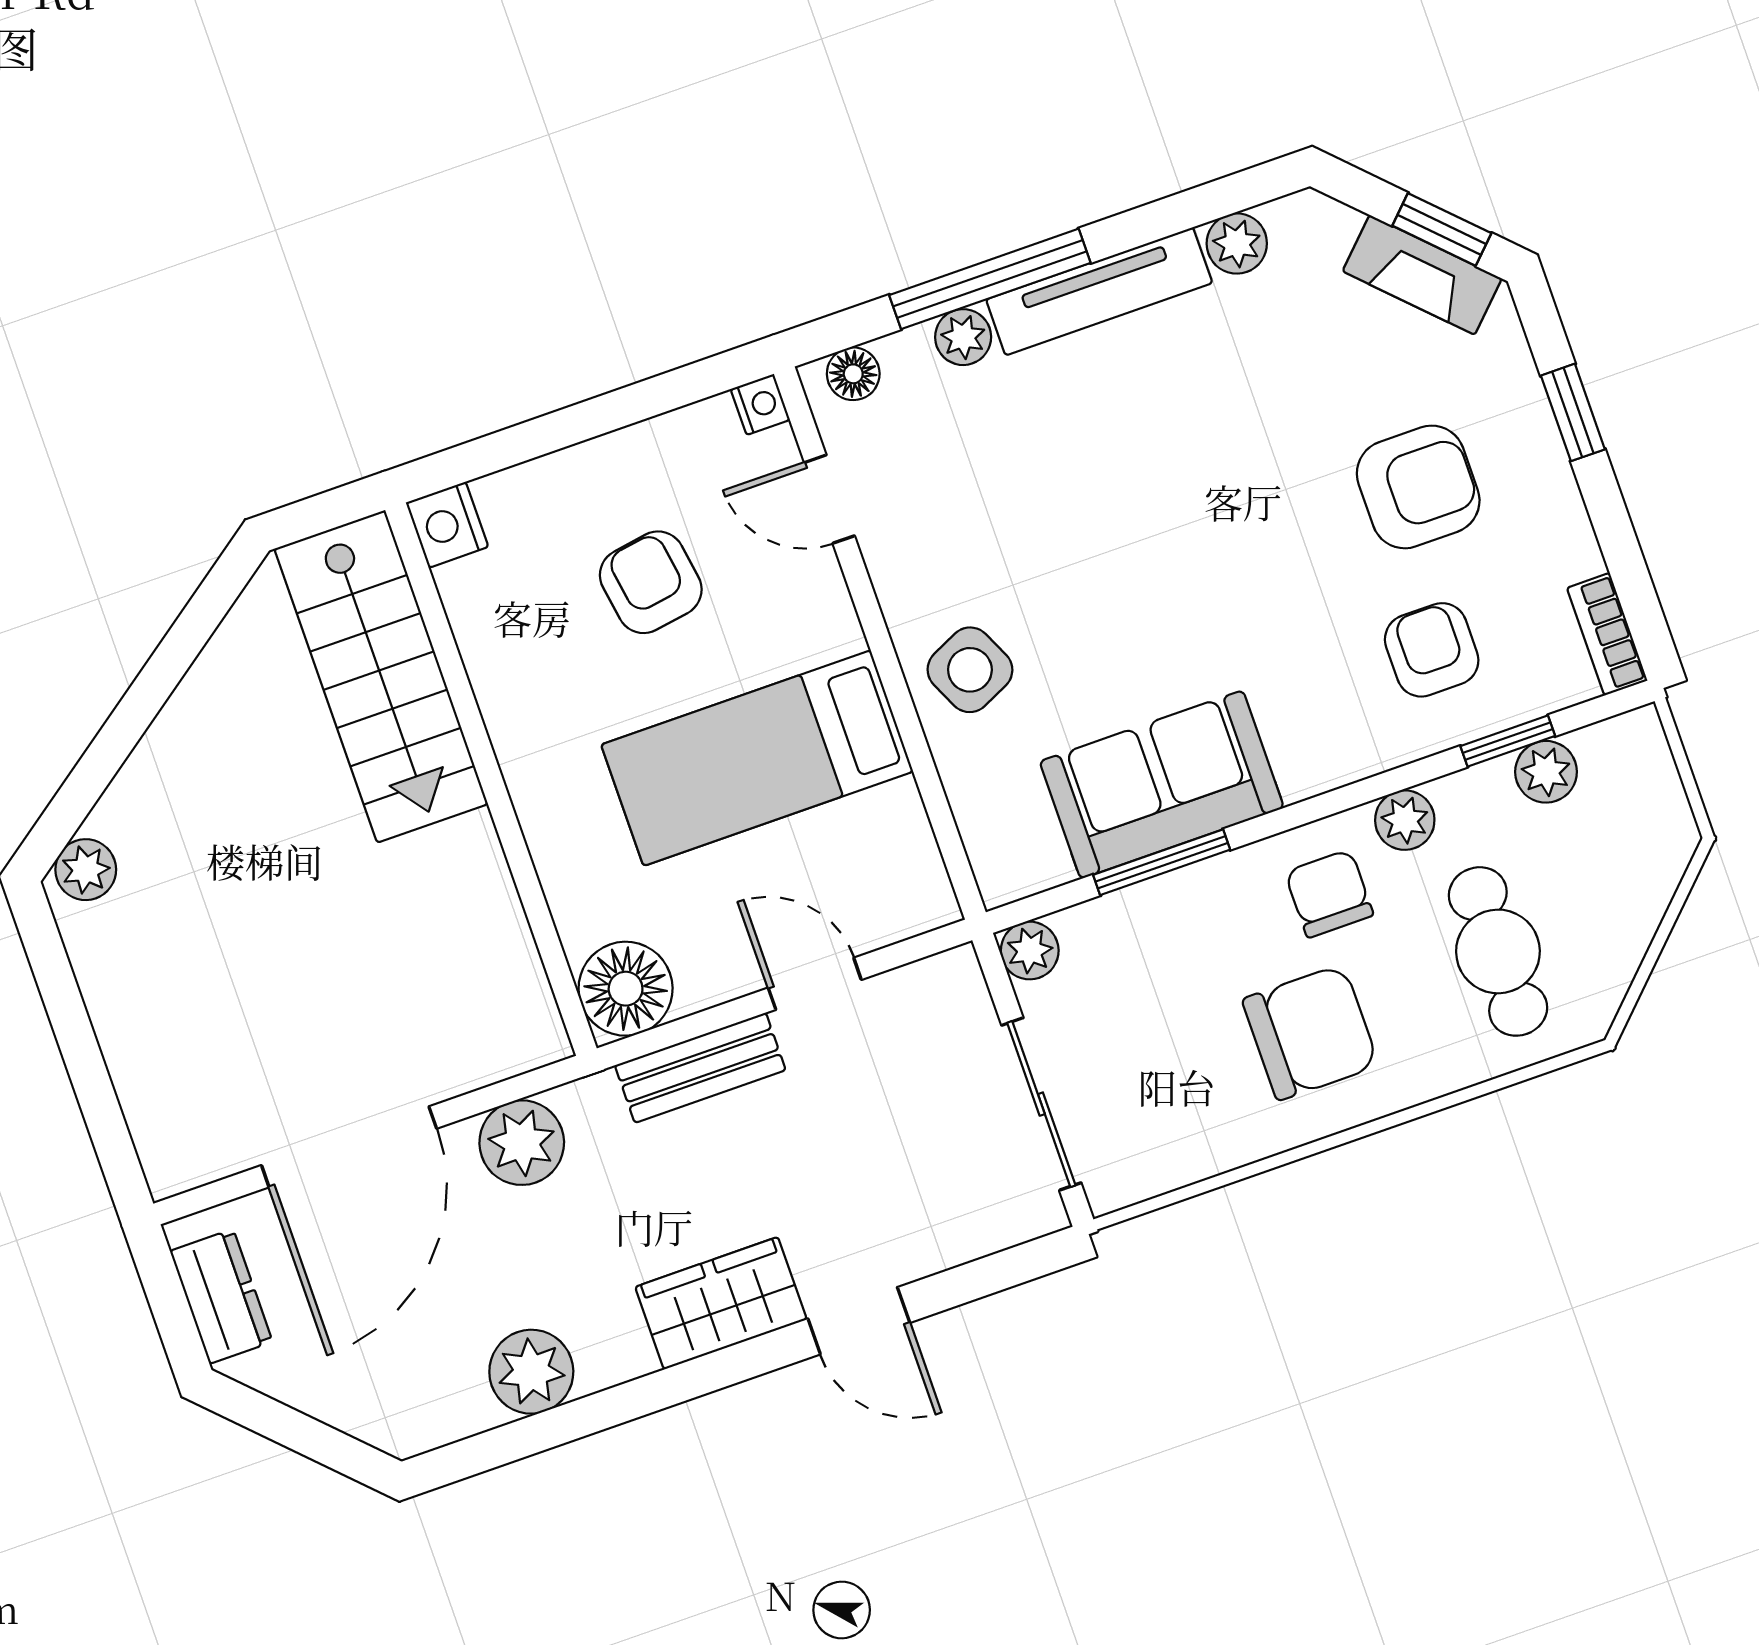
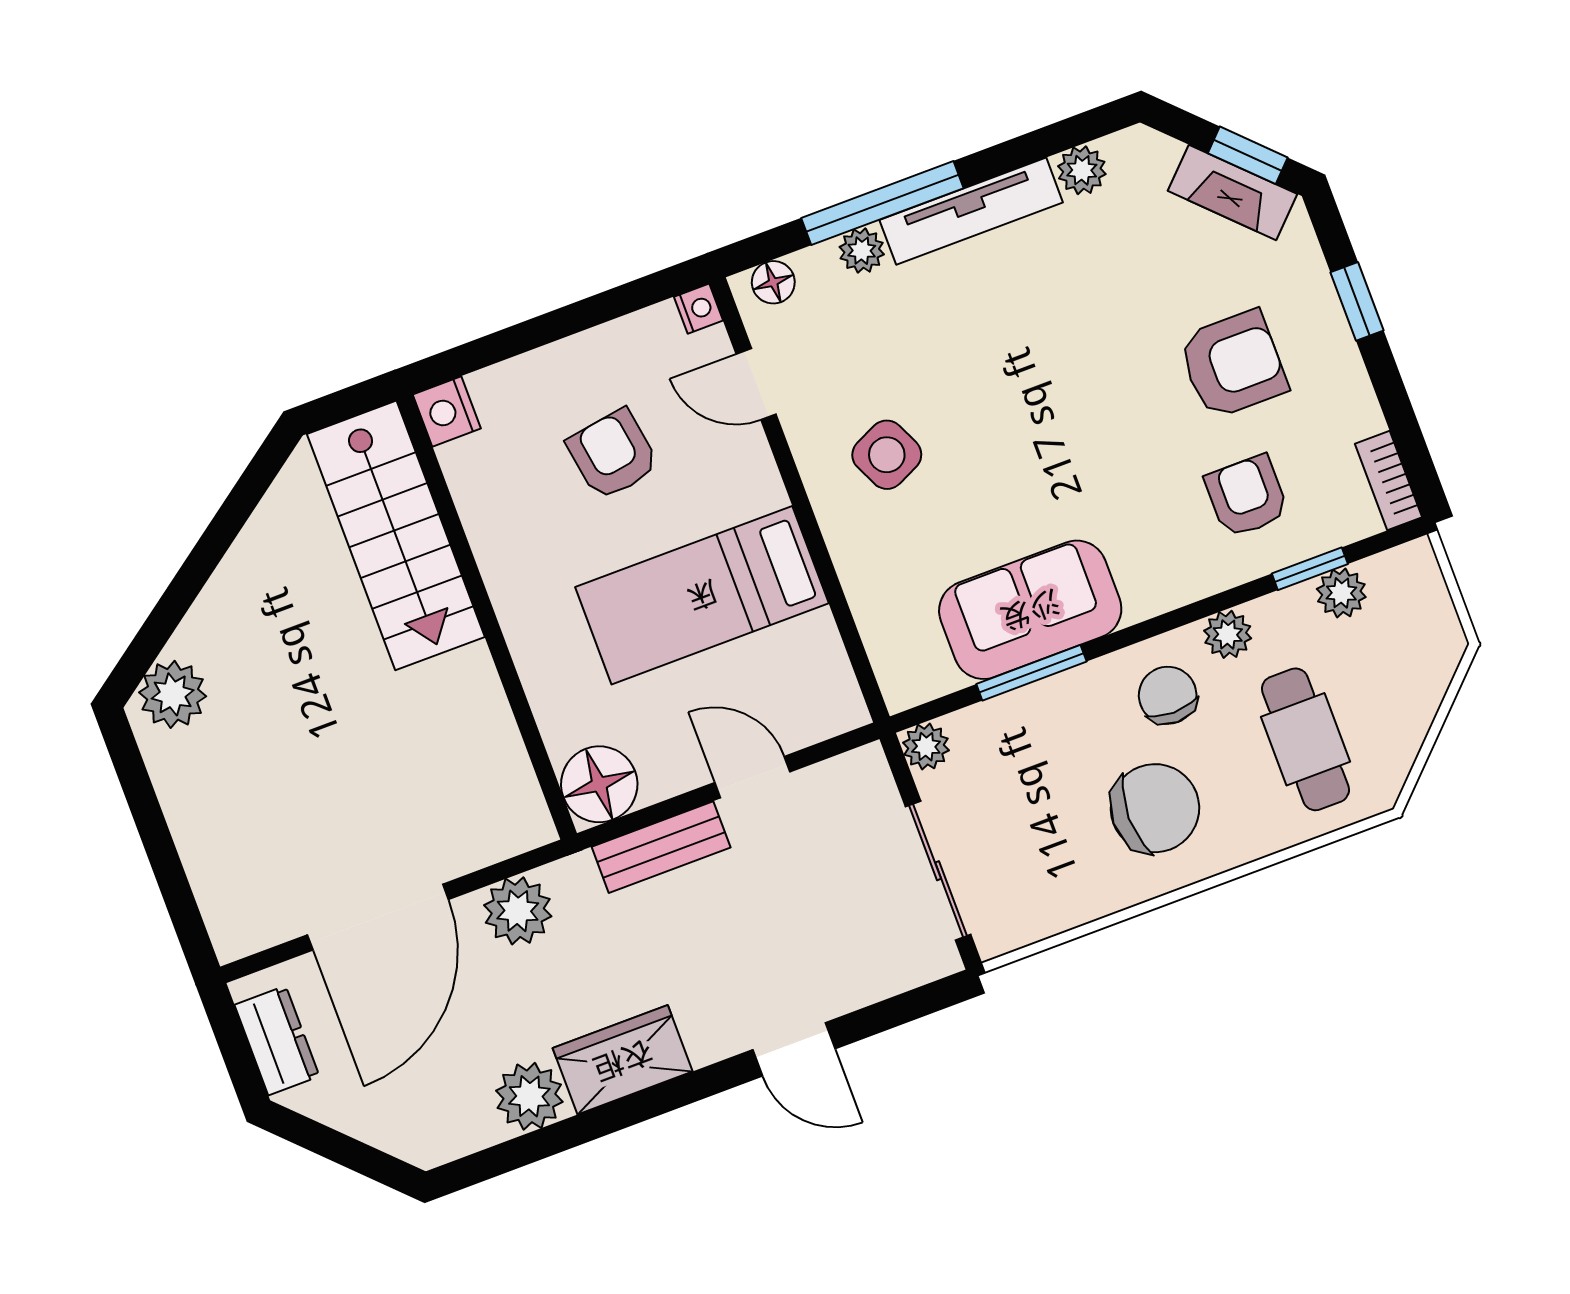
side table: (970, 670) -> (887, 455), moved
plant: (86, 870) -> (173, 694), width x1.38, depth x1.38
wardrobe: (721, 1303) -> (623, 1060), moved

